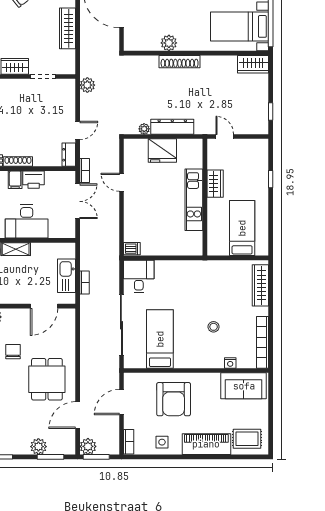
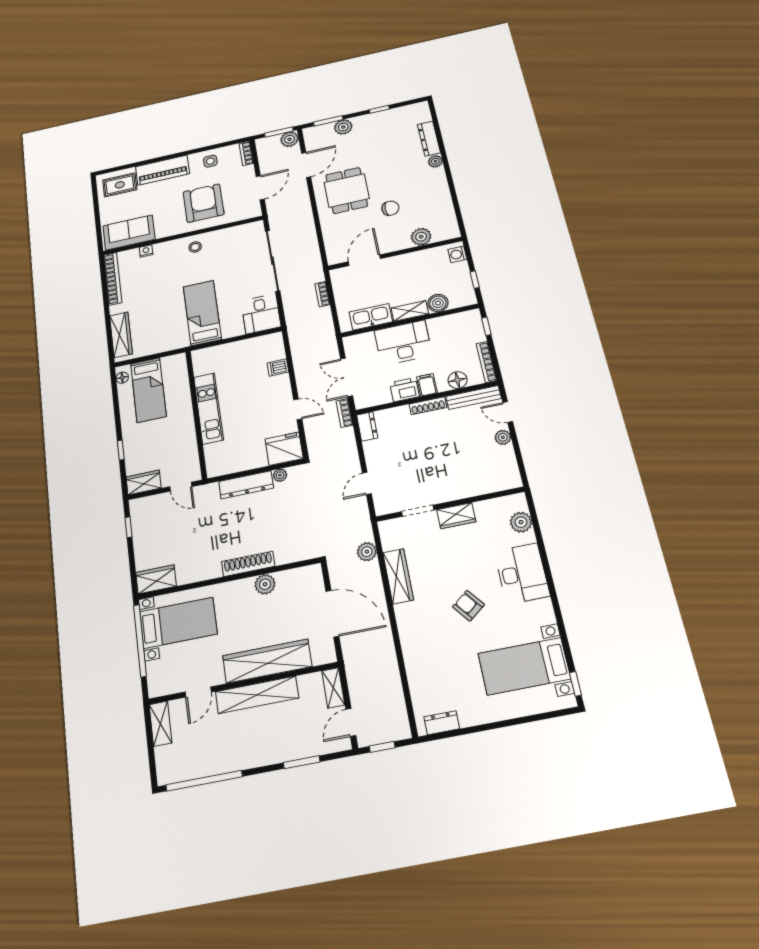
plant: (87, 85) -> (367, 552), moved
door: (78, 130) -> (367, 483), moved
fridge: (162, 151) -> (284, 449), moved
wardrobe: (215, 184) -> (144, 483), moved, turned 90
floor lamp: (263, 245) -> (122, 378), added
dishwasher: (132, 249) -> (278, 367), moved
kitchen sink: (67, 276) -> (371, 317), moved, turned -90
stool: (214, 327) -> (195, 247), moved
bed: (160, 339) -> (202, 313), moved, turned 180
chair: (13, 352) -> (390, 208), turned -90

